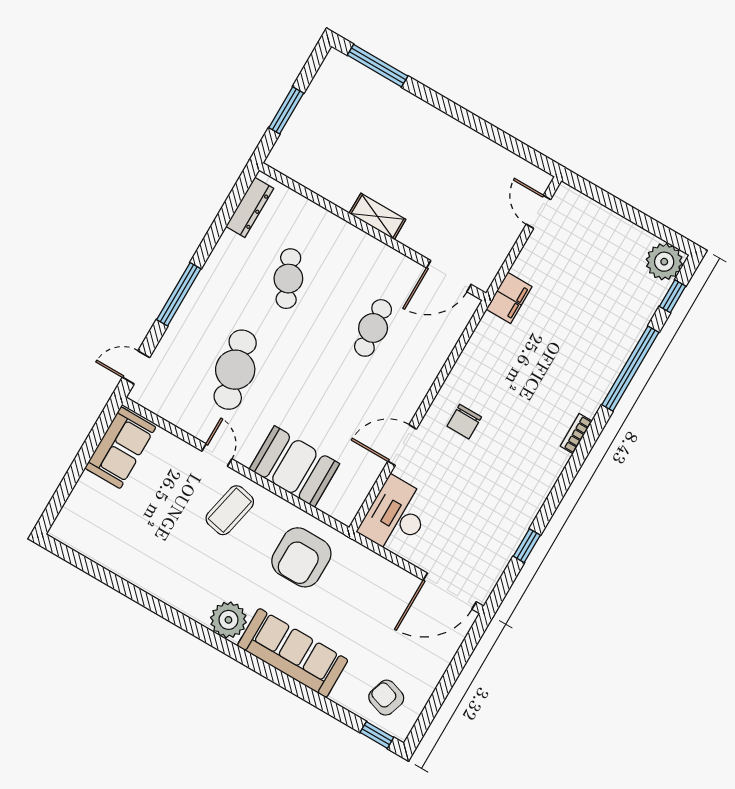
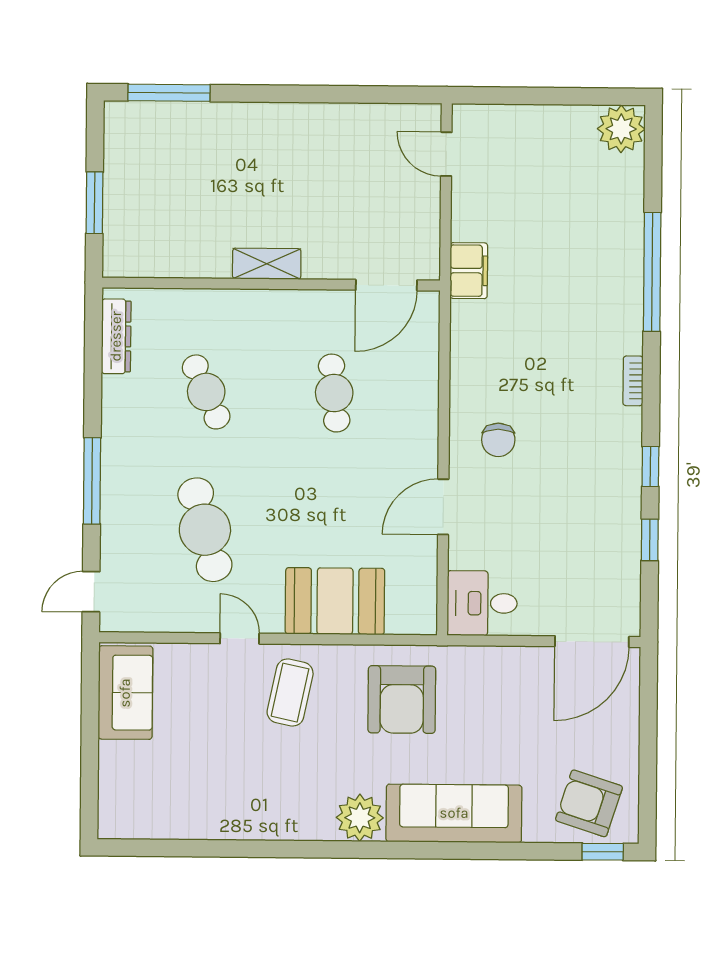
window: (673, 296) -> (650, 466), moved
desk: (396, 516) -> (482, 603), width x0.73
armchair: (386, 698) -> (589, 803), width x1.38, depth x1.38

